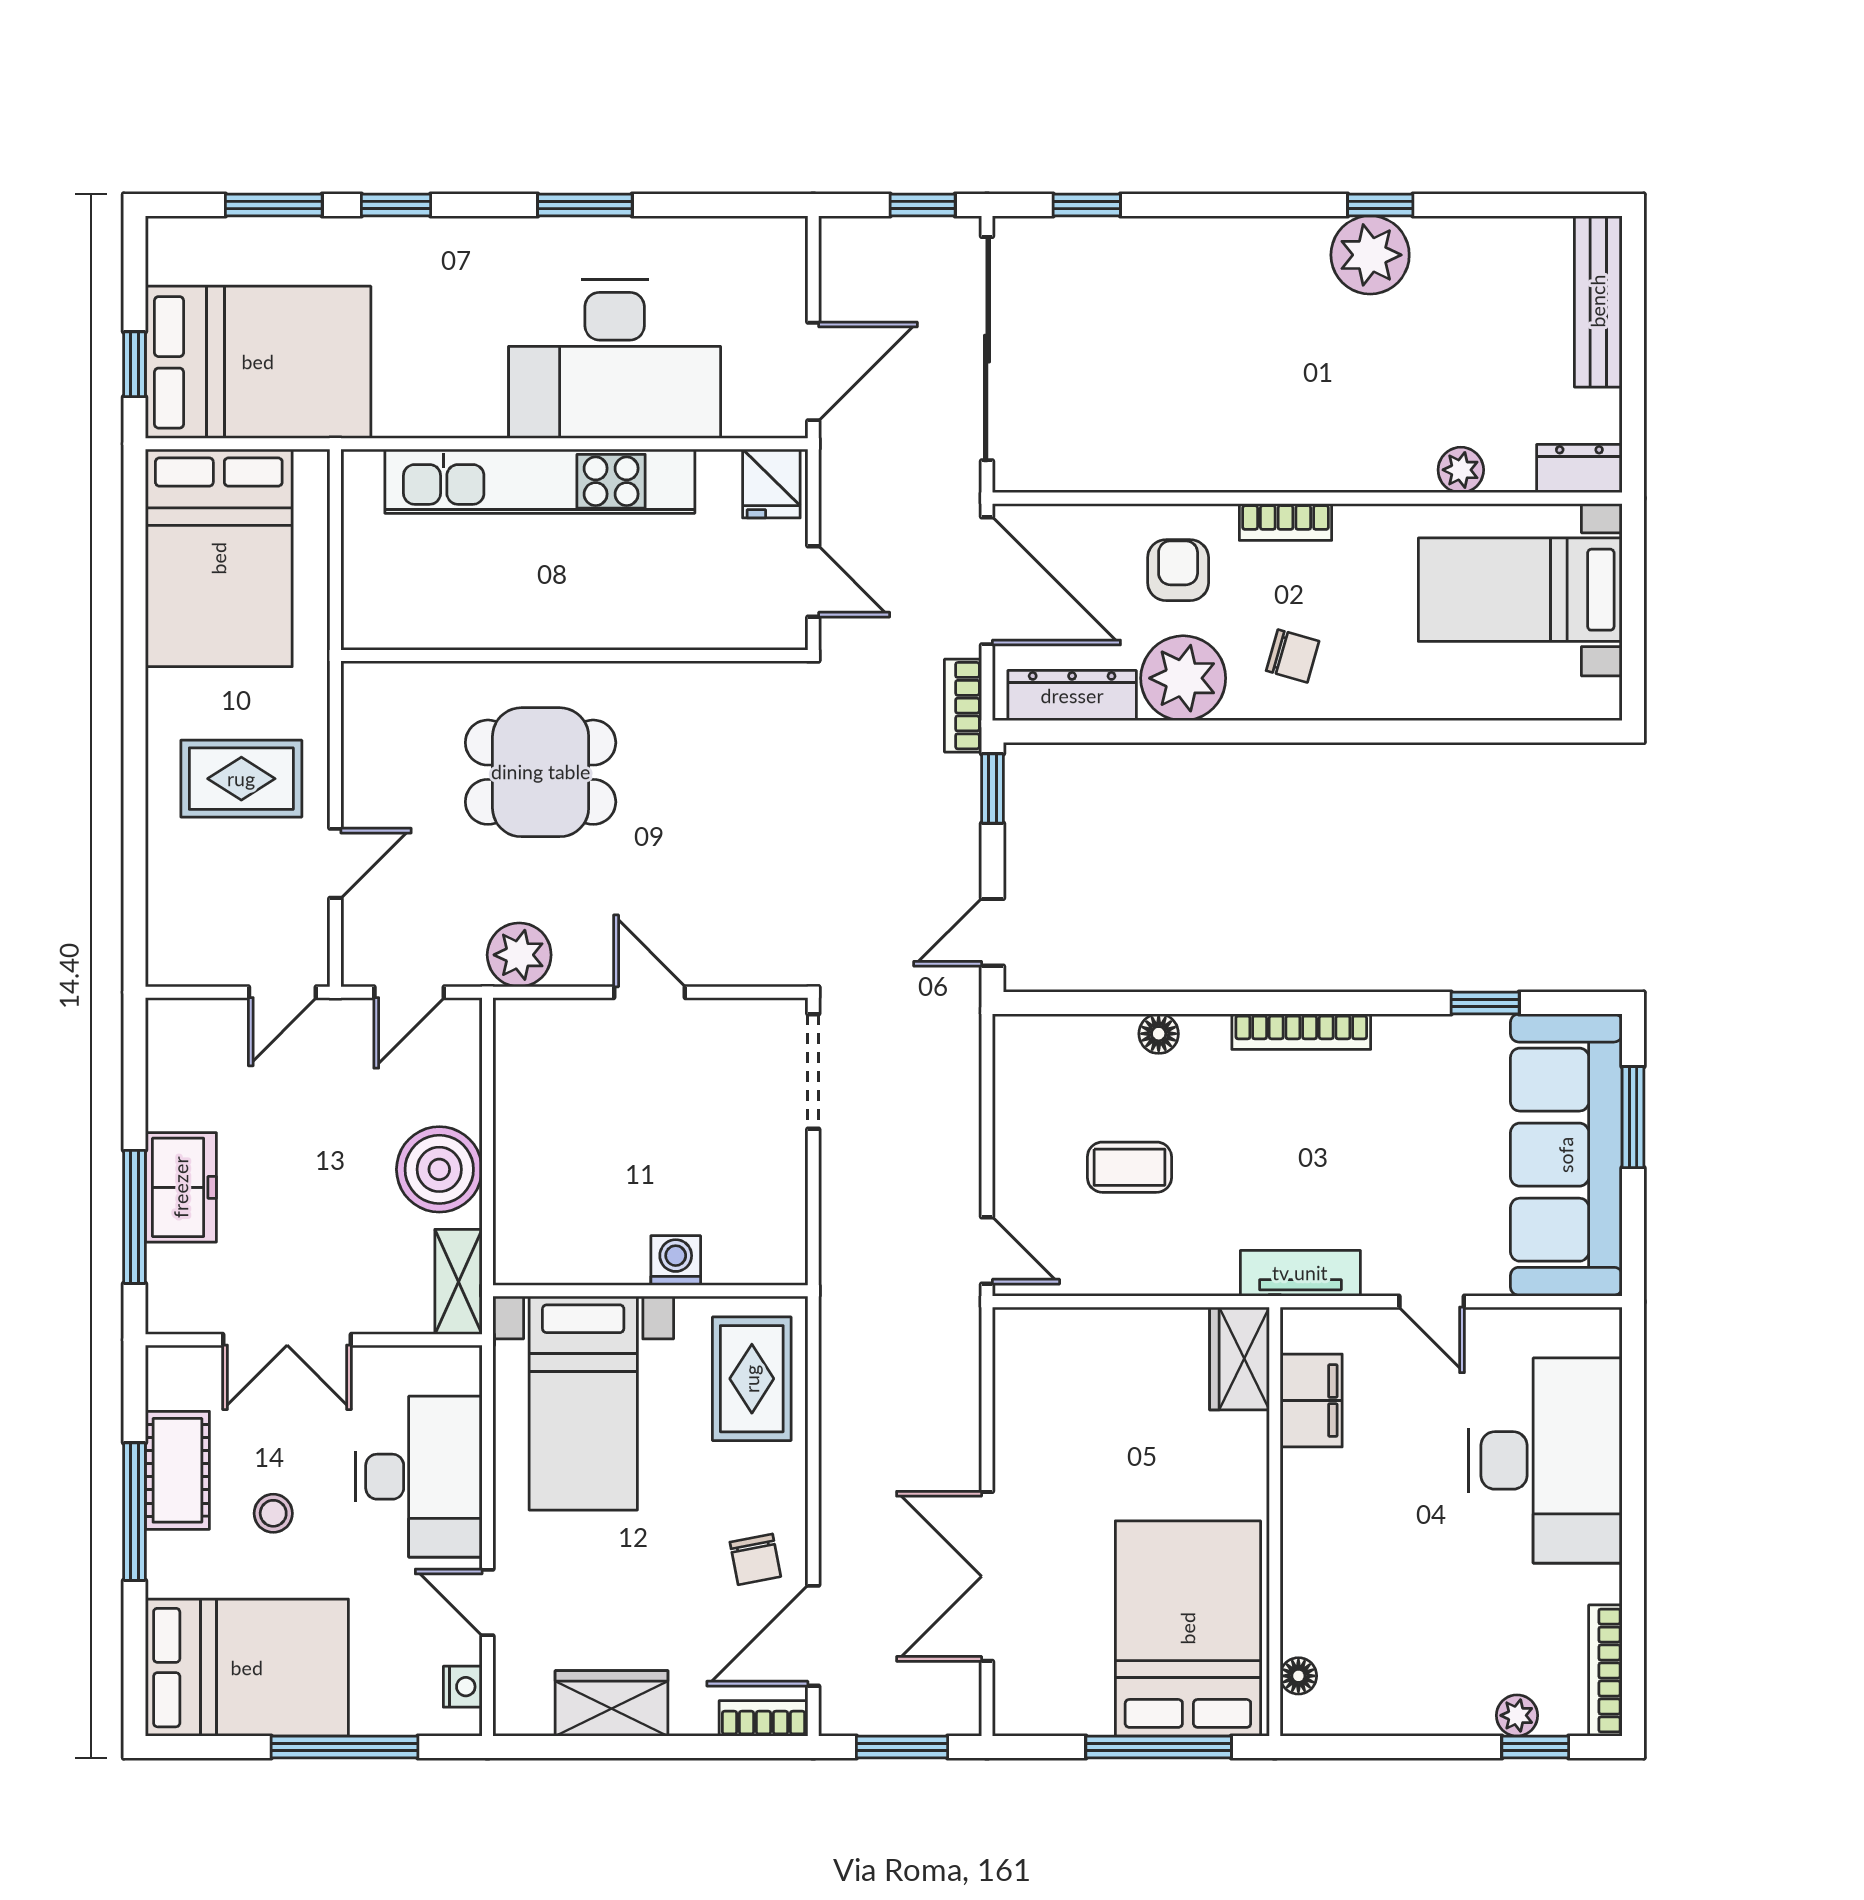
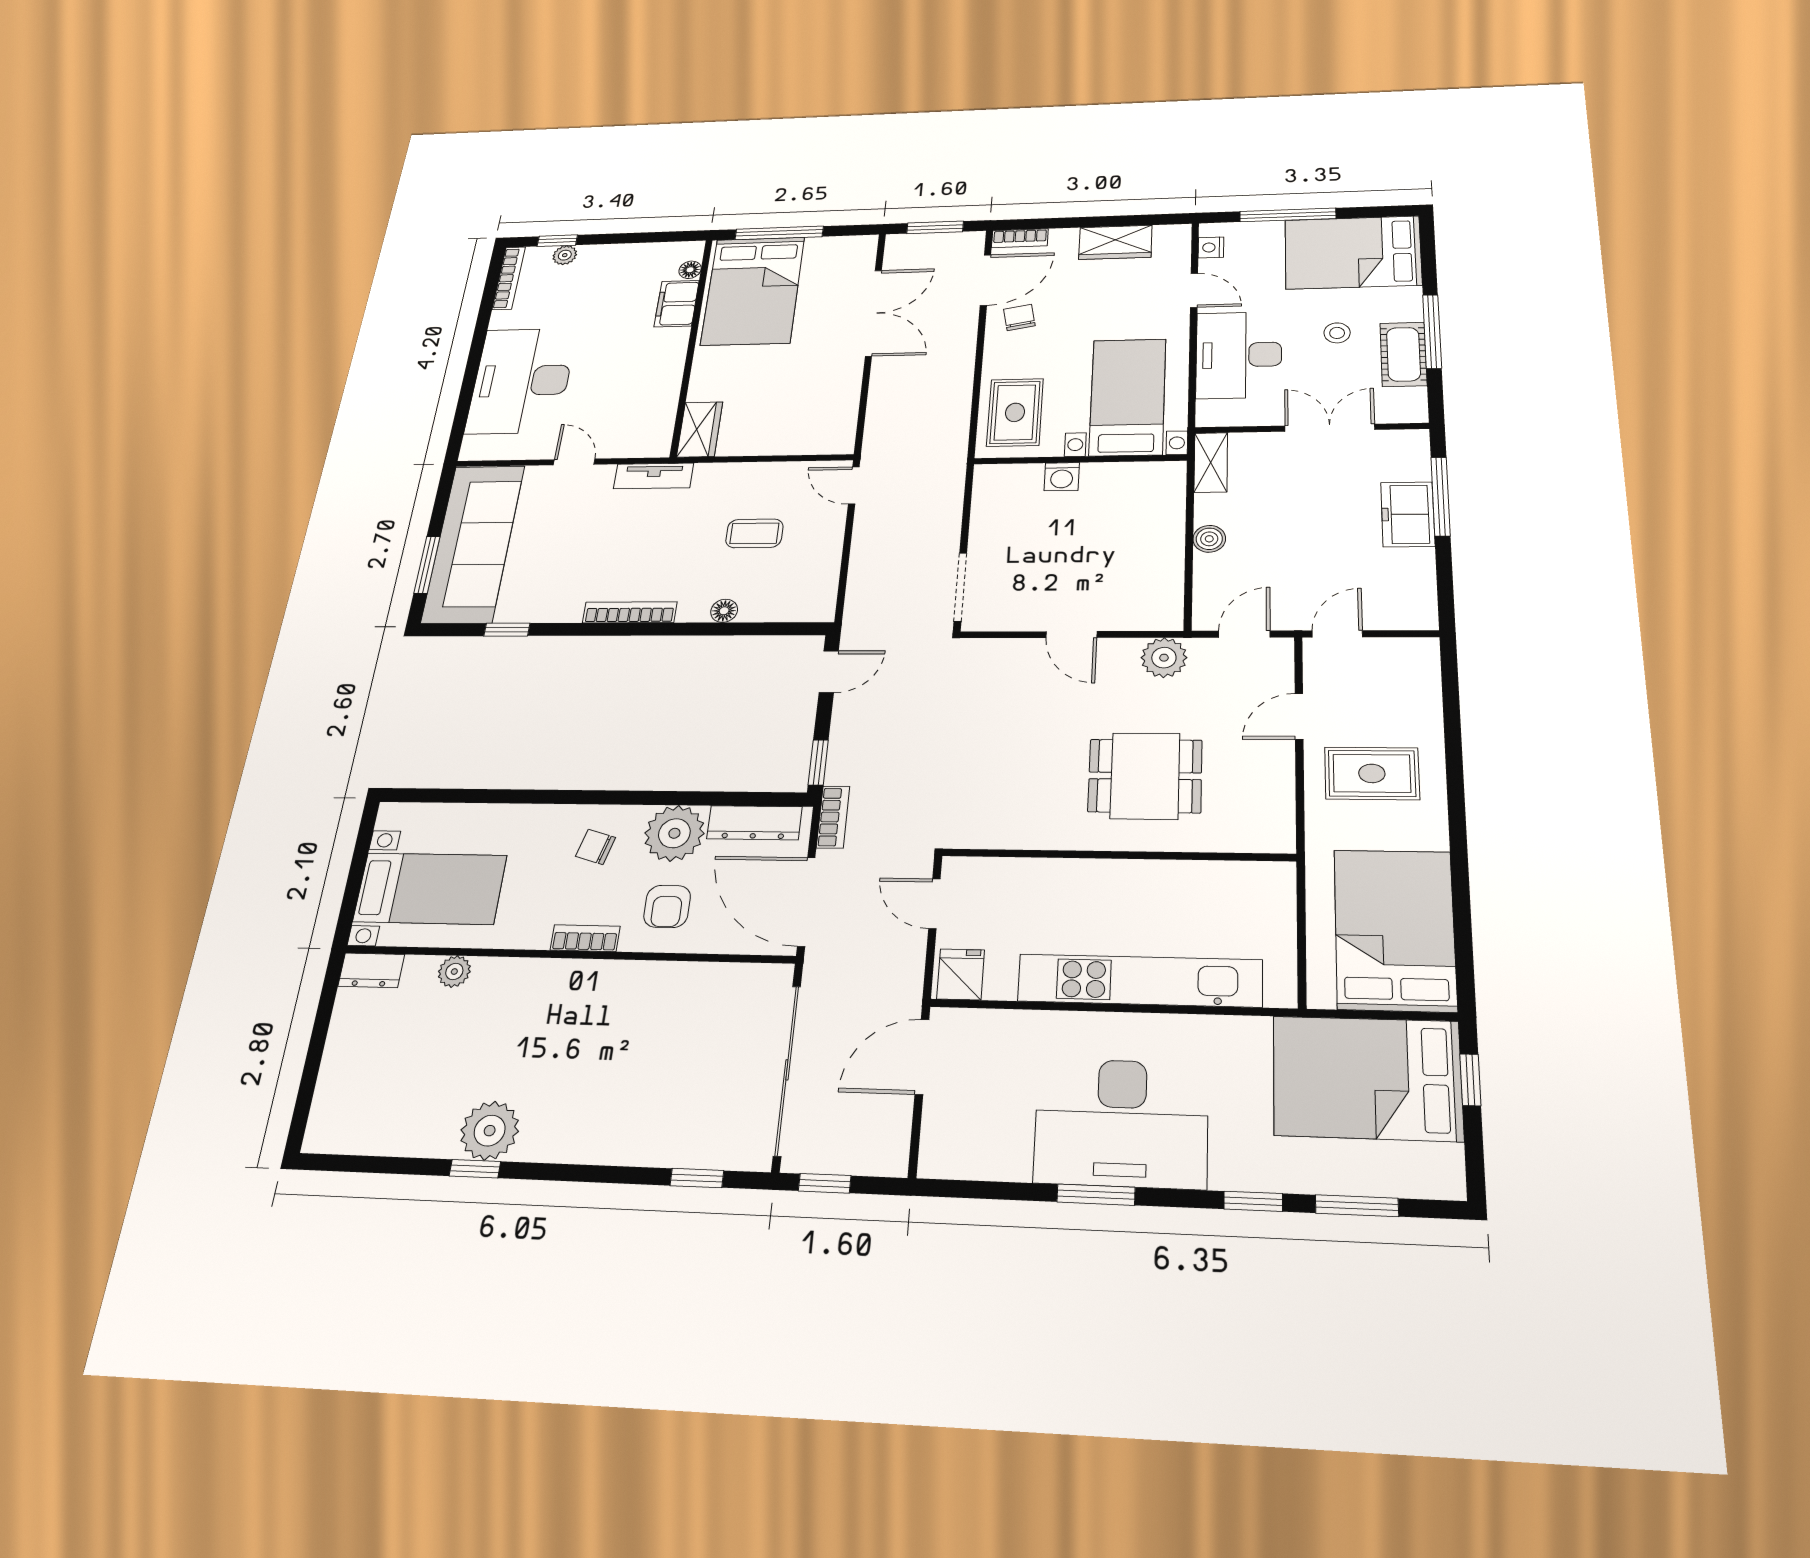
bench: (1598, 301) -> (331, 1090), removed
desk: (615, 359) -> (1121, 1123), moved, turned 180
boiler: (439, 1169) -> (1209, 539), width x0.54, depth x0.54
filing cabinet: (1311, 1401) -> (677, 304), moved

